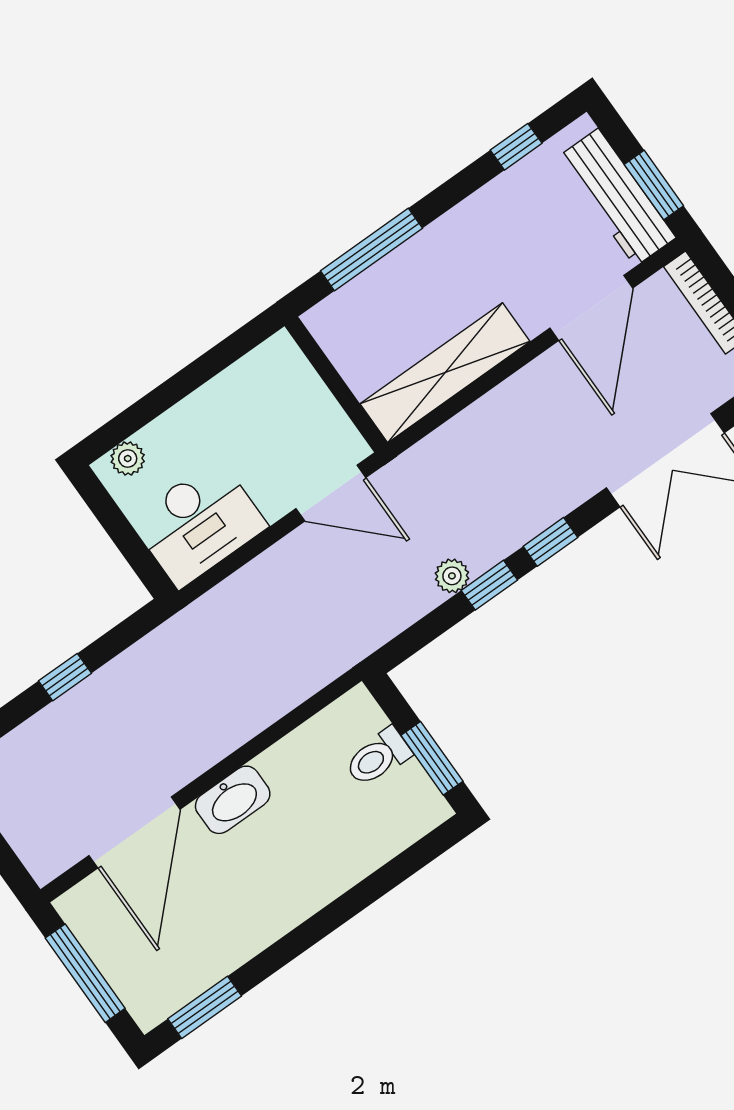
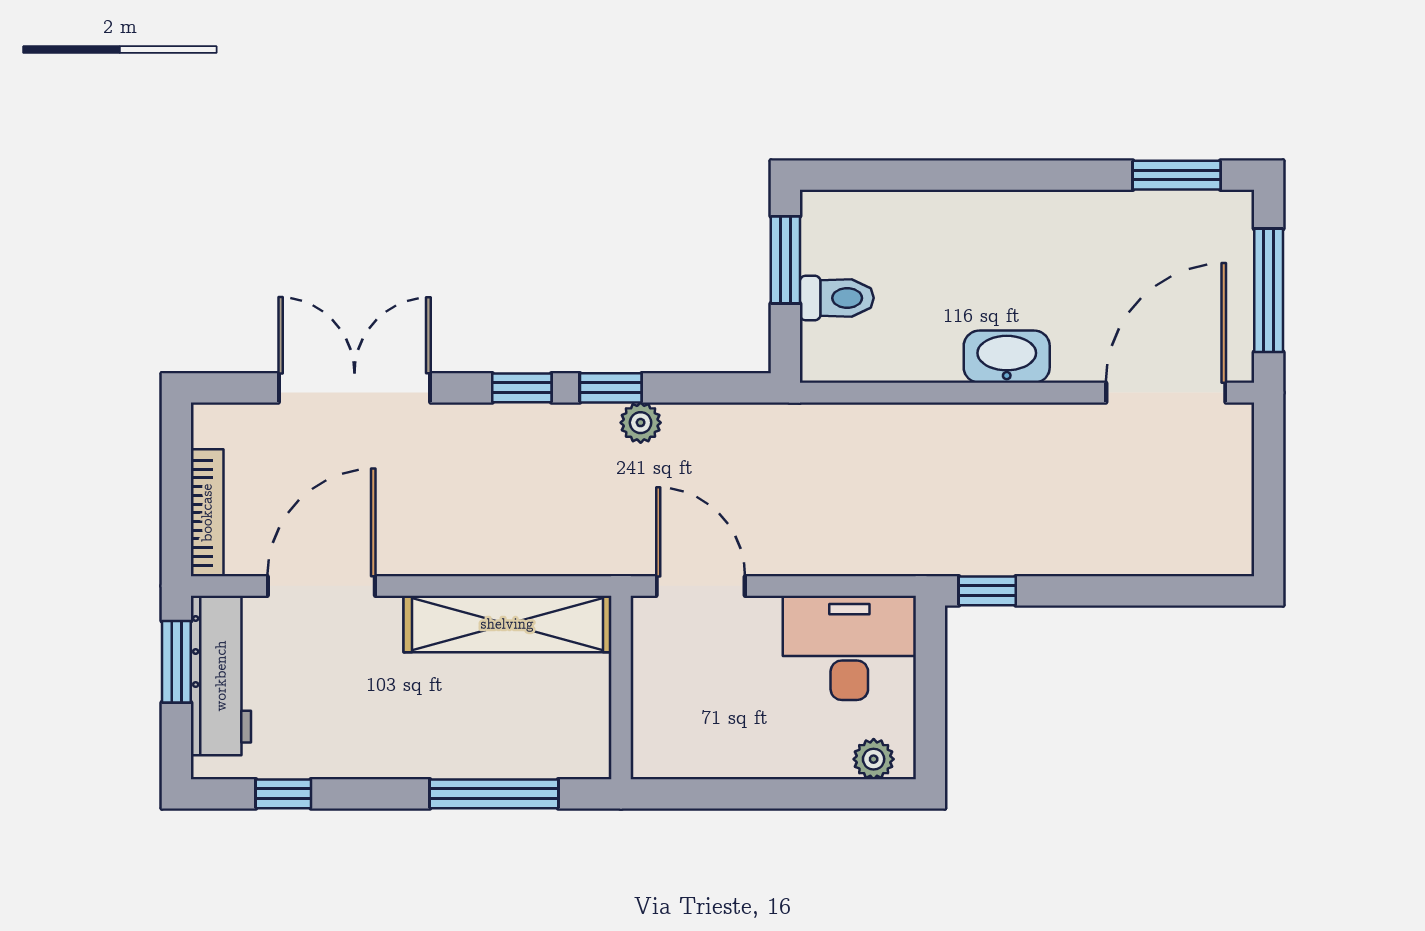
window: (65, 677) -> (987, 591), moved
door: (135, 832) -> (1166, 393), moved

